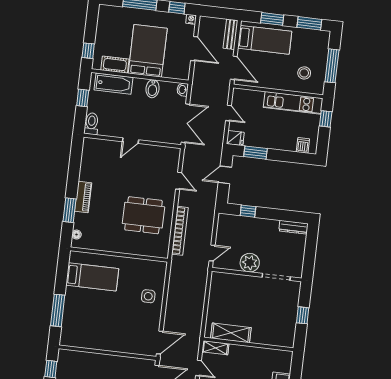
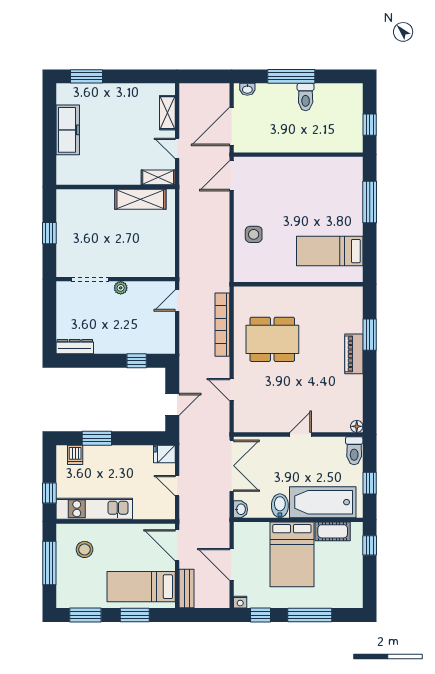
bathtub: (114, 84) -> (323, 502), width x1.36, depth x1.36
double door: (185, 123) -> (232, 466), swing flipped
window: (255, 153) -> (97, 438), moved
floor lamp: (76, 235) -> (357, 426), moved
plant: (250, 263) -> (121, 288), width x0.53, depth x0.53

